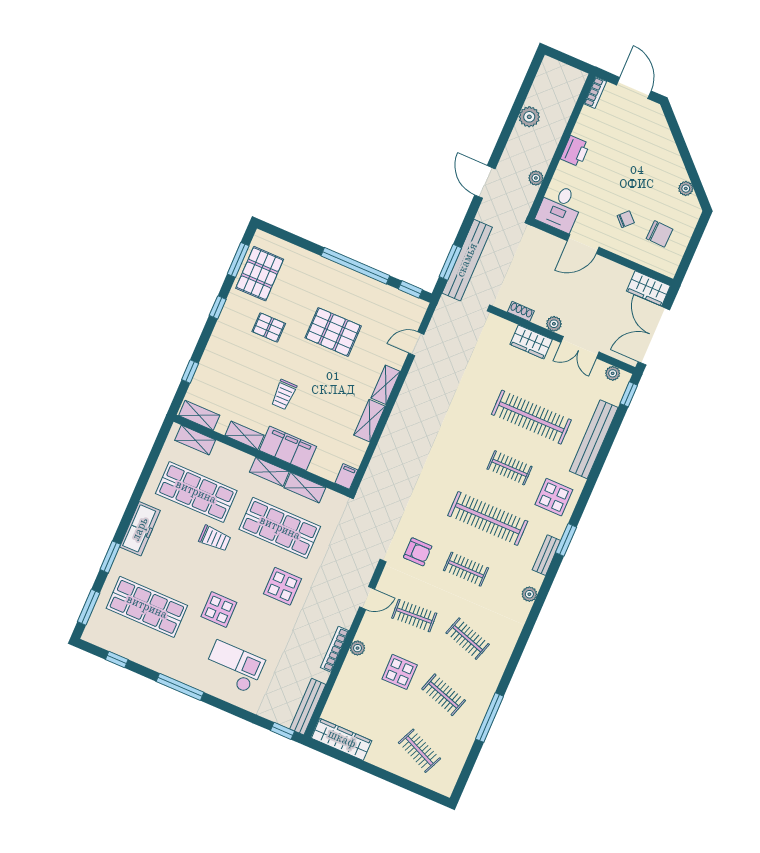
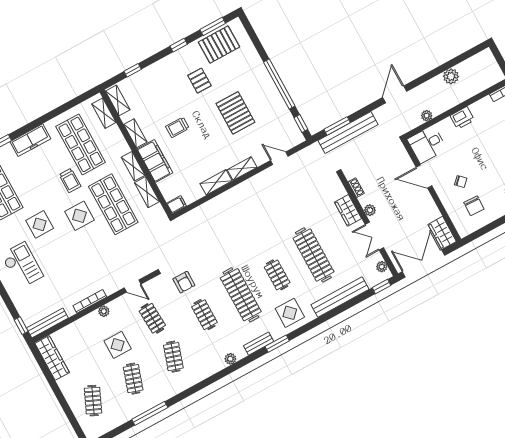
display table: (282, 586) -> (79, 216), moved

